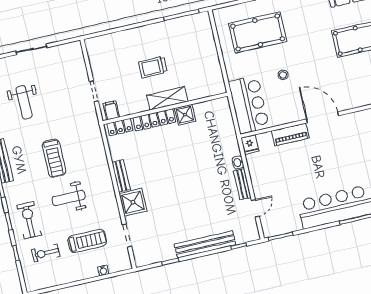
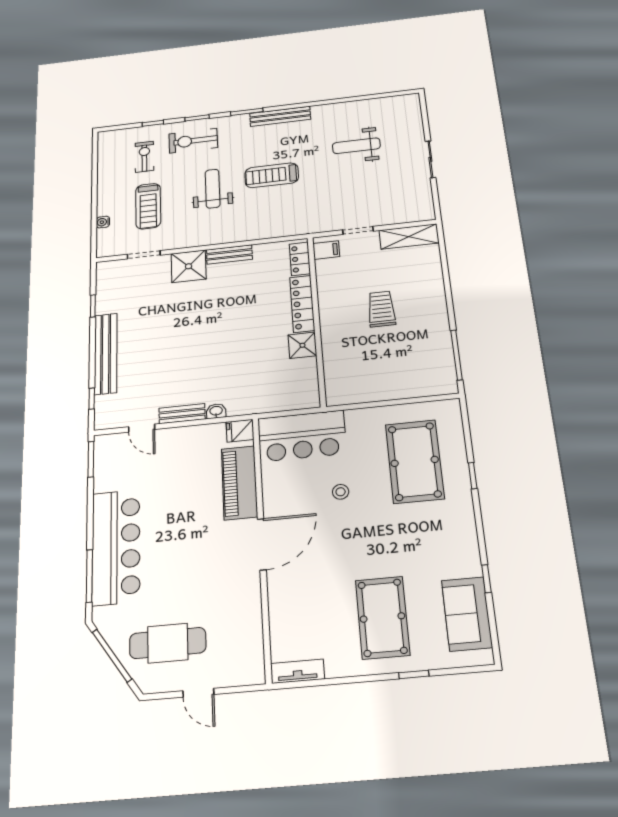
shelving: (167, 98) -> (409, 237), moved, turned 90
piano: (290, 134) -> (239, 483), width x1.37, depth x1.33
exercise bike: (29, 220) -> (193, 141), turned 180

